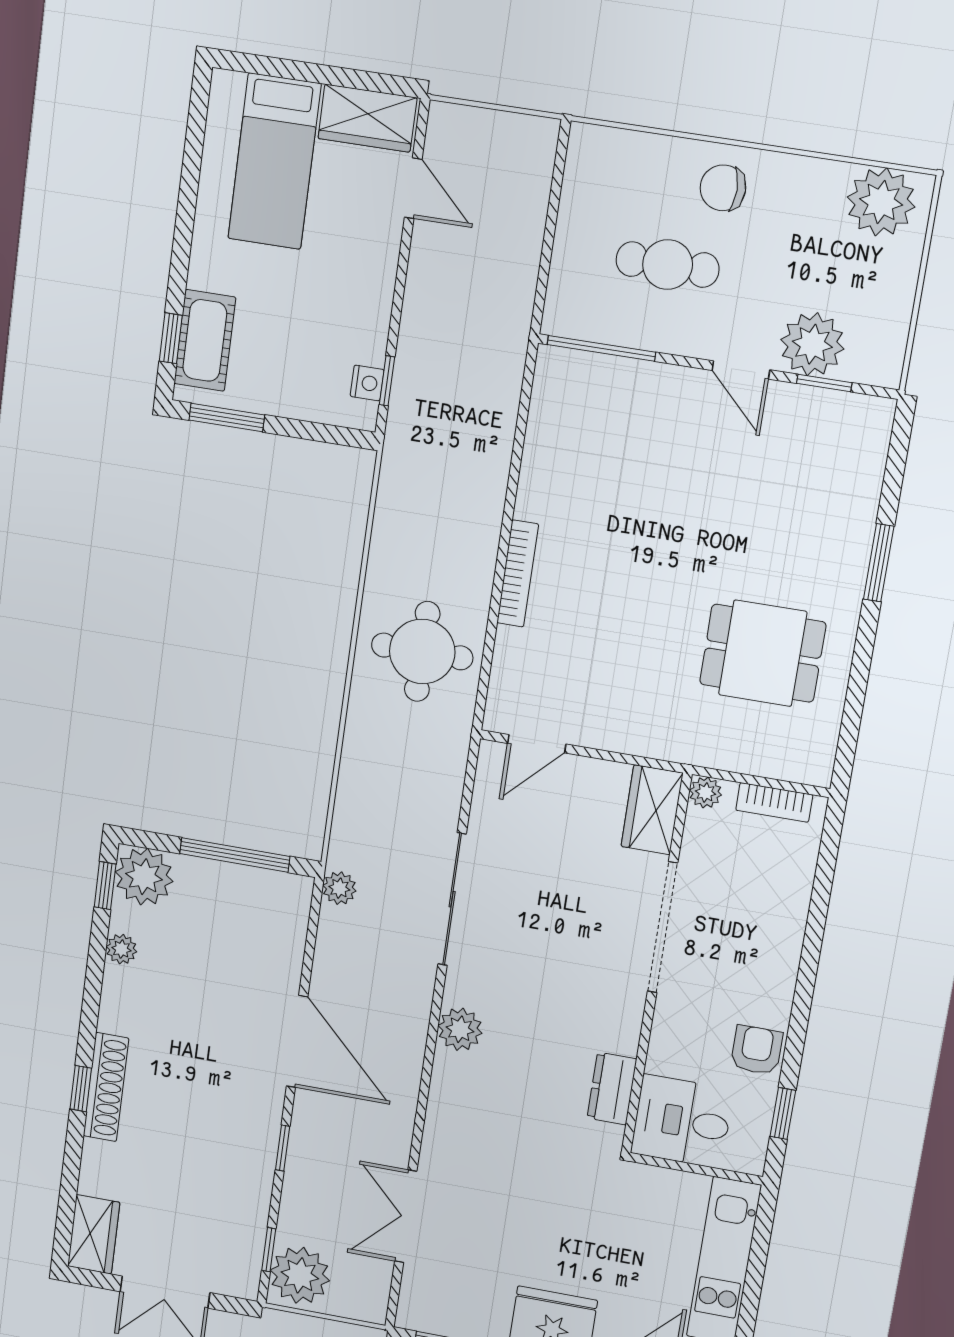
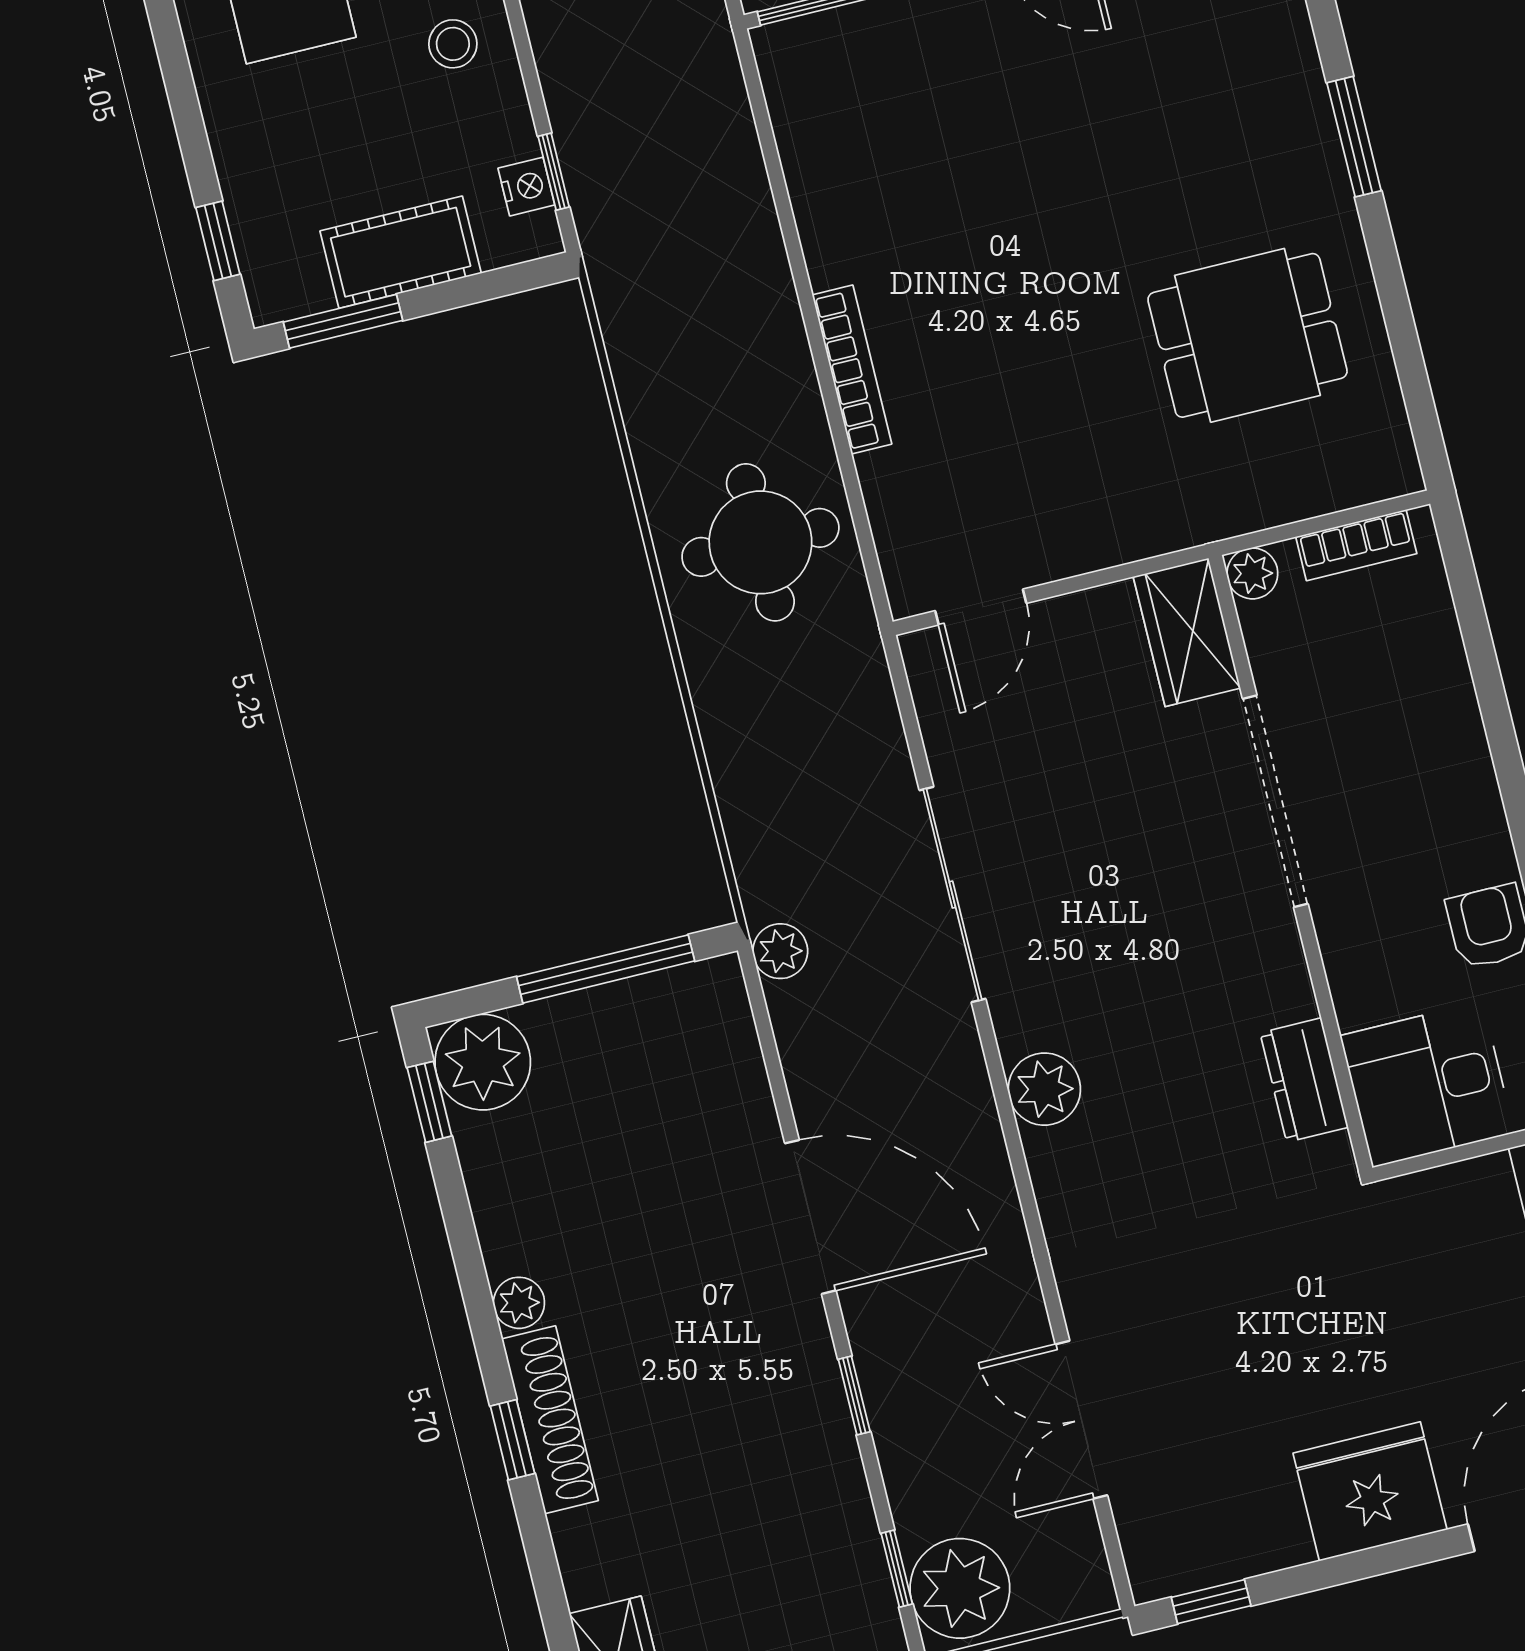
stool: (357, 278) -> (453, 44), added
cot: (205, 340) -> (401, 252), moved, turned 90
plant: (121, 949) -> (519, 1303), moved

